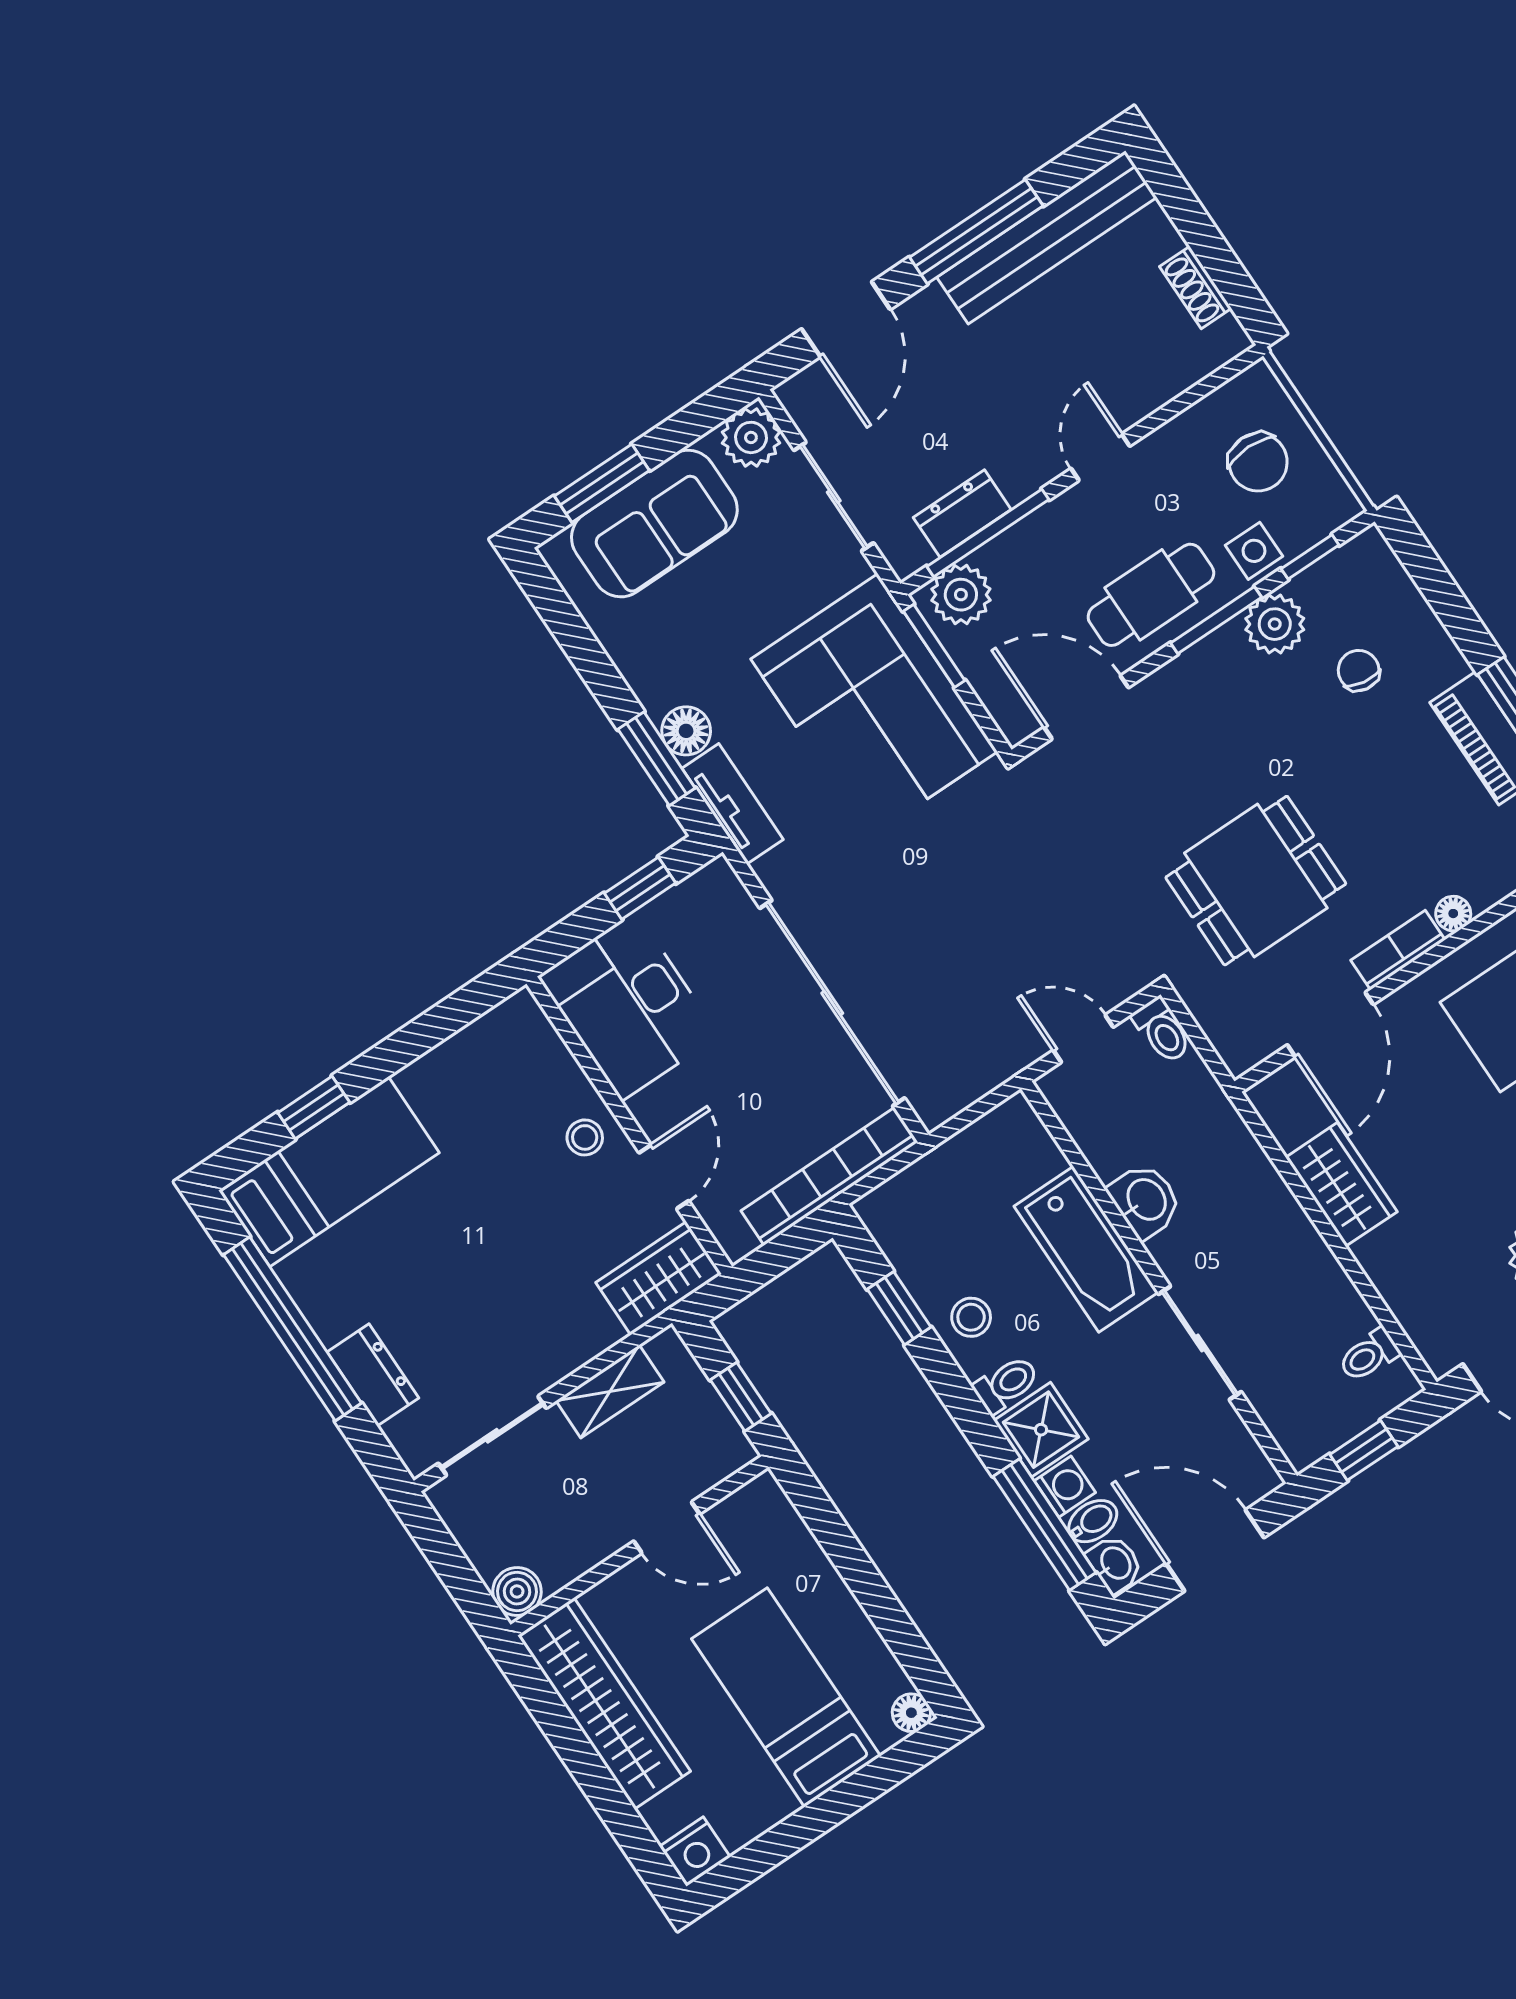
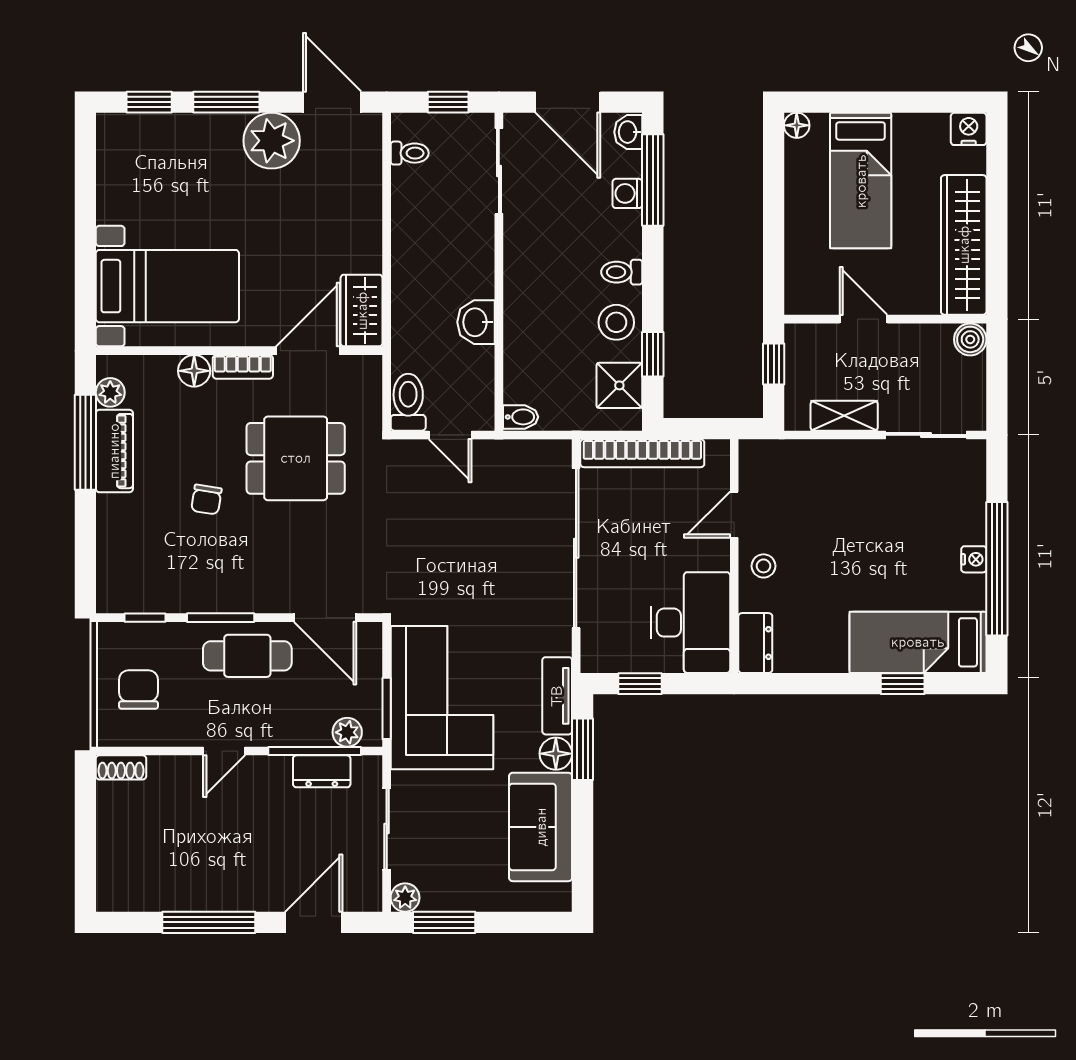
bench: (1047, 237) -> (172, 893), removed
shoe rack: (1196, 287) -> (121, 767), moved, turned 90
plant: (751, 437) -> (405, 898), width x0.73, depth x0.73
window: (602, 483) -> (444, 922), moved
sofa: (654, 524) -> (541, 827), moved, turned -90
side table: (1254, 551) -> (174, 642), removed
plant: (961, 595) -> (347, 732), width x0.73, depth x0.73
plant: (1275, 624) -> (190, 594), removed
chair: (1359, 670) -> (206, 500), moved
floor lamp: (1453, 914) -> (194, 371), width x1.37, depth x1.37
toilet: (1162, 1030) -> (408, 402), width x1.37, depth x1.39
wardrobe: (1341, 1185) -> (362, 311), moved
bathtub: (1086, 1249) -> (527, 317), removed
wardrobe: (659, 1278) -> (775, 460), removed
stool: (971, 1317) -> (616, 322), width x1.37, depth x1.37
nightstand: (329, 1321) -> (974, 559), added
sliding door: (1200, 1343) -> (499, 171), moved
dresser: (373, 1375) -> (755, 643), moved, turned 180
shower: (1041, 1430) -> (619, 385), moved
bidet: (1093, 1521) -> (521, 417), moved, turned 180

